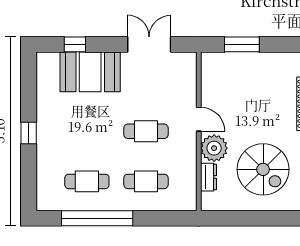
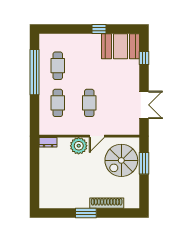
booth: (90, 72) -> (121, 46), moved, turned 90
window: (29, 133) -> (99, 29), moved
spiral stairs: (263, 169) -> (121, 160), moved
dresser: (208, 177) -> (48, 142), moved

